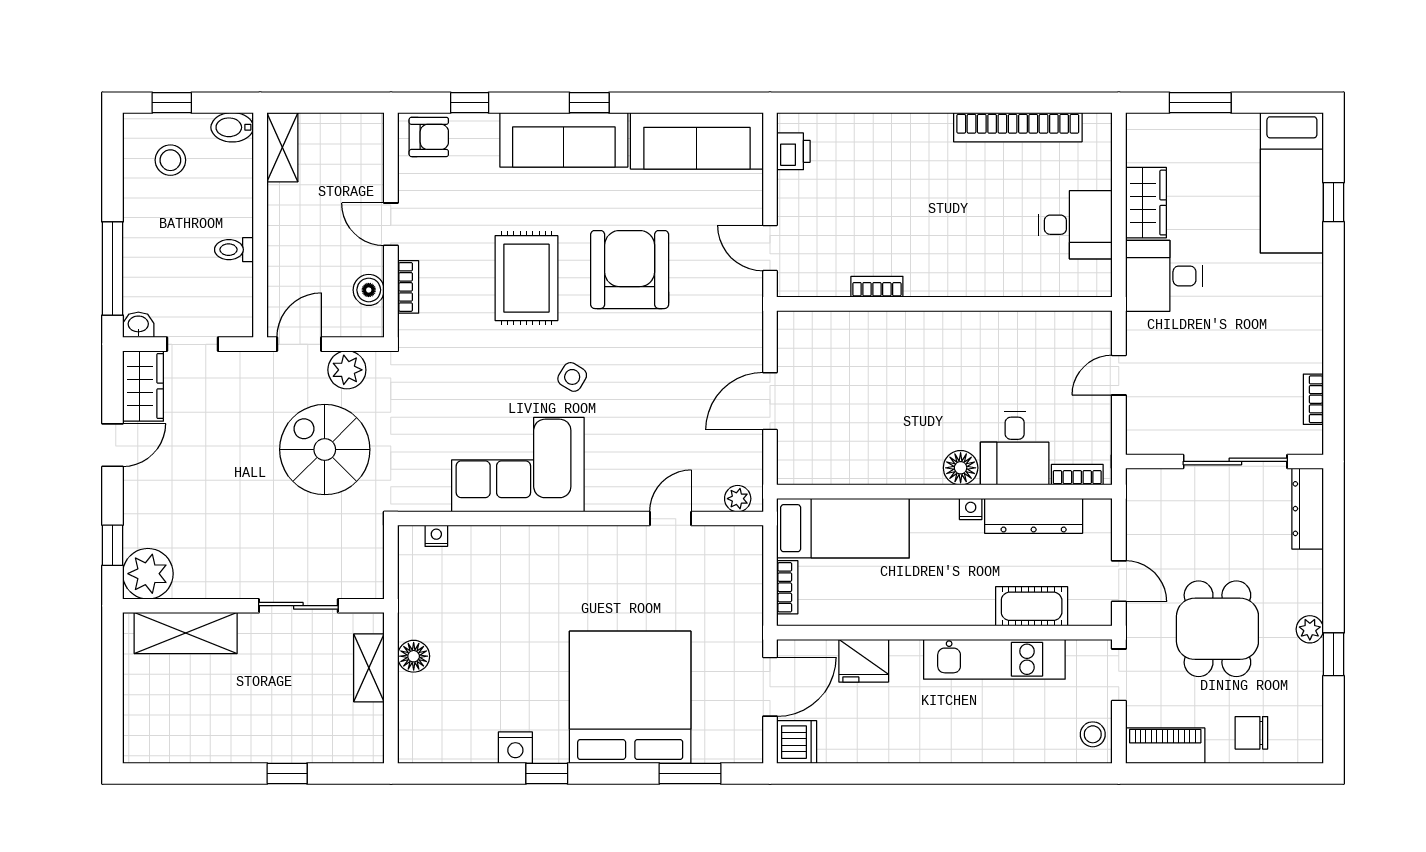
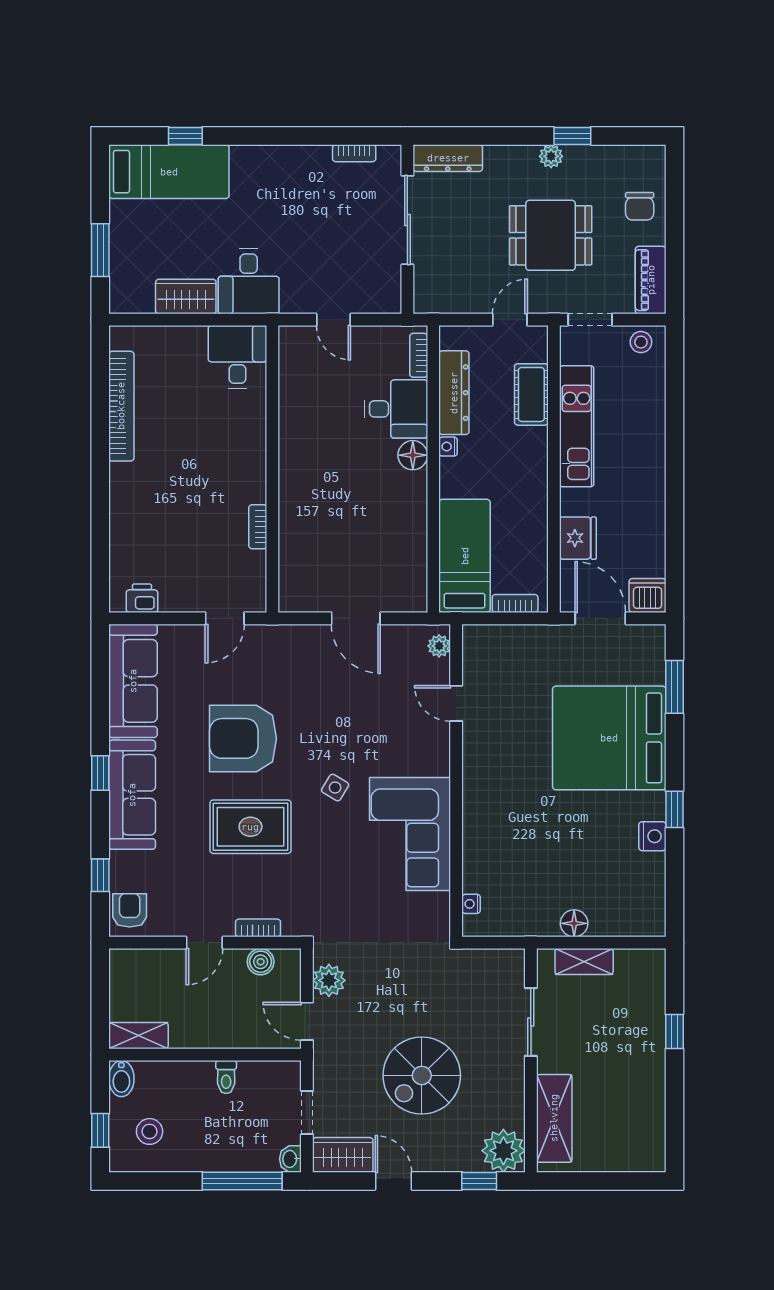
desk: (1075, 225) -> (237, 357), moved
spiral stairs: (325, 450) -> (422, 1075), moved

